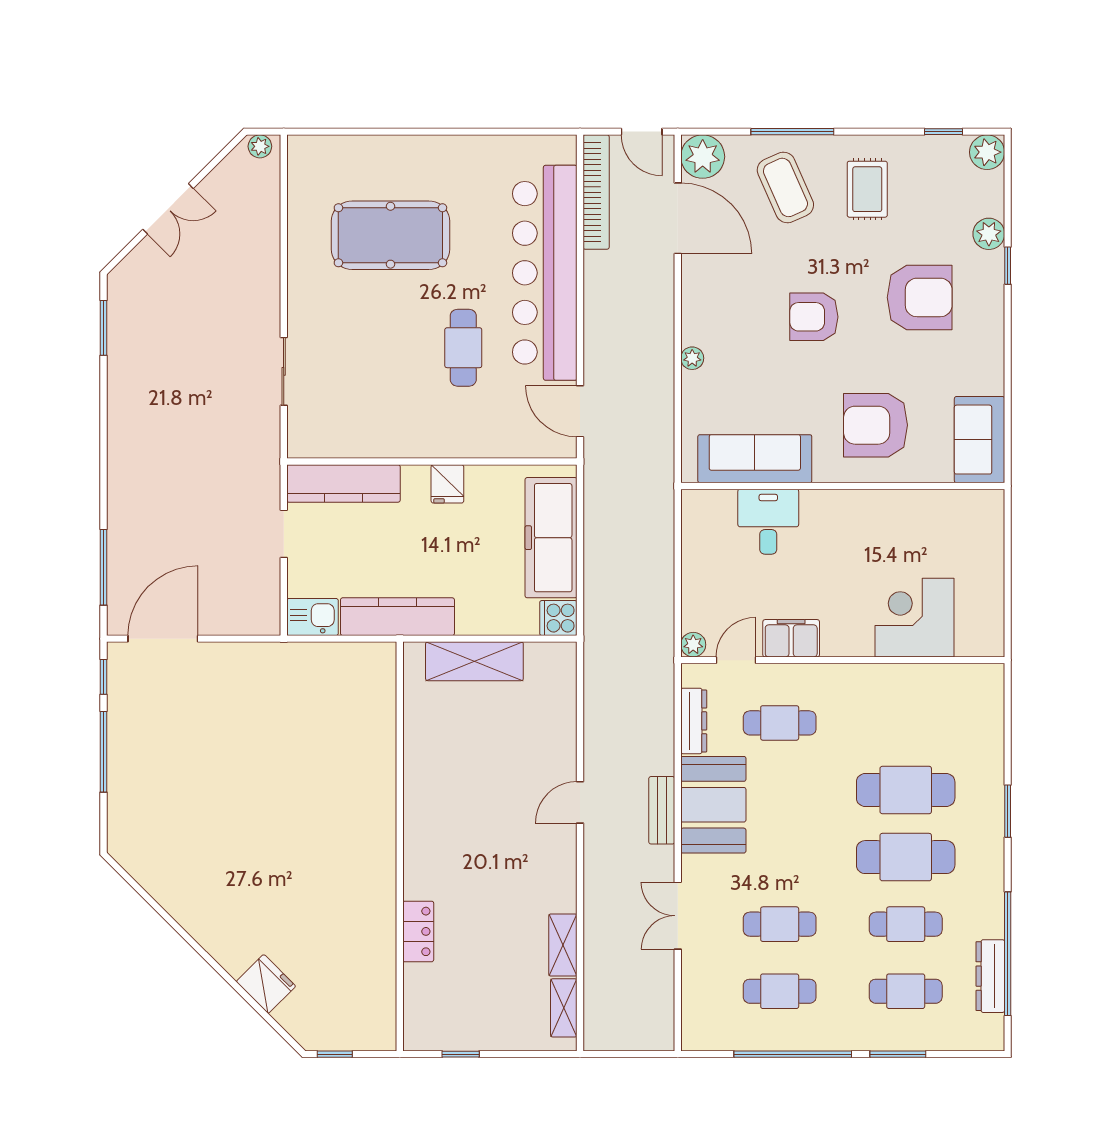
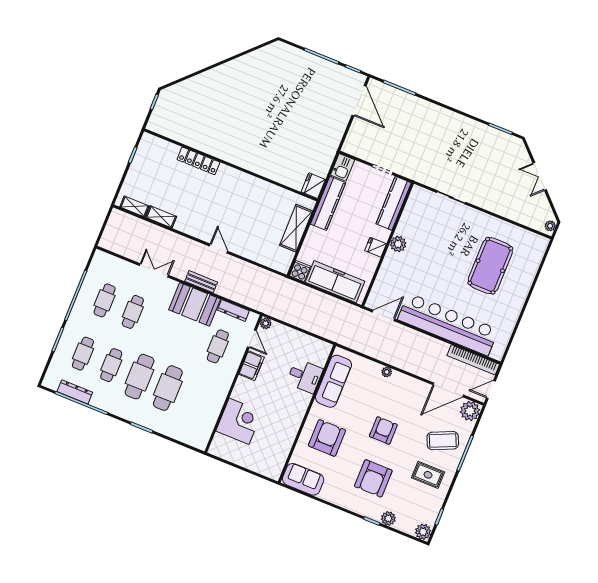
cafe table: (463, 348) -> (430, 277), removed
plant: (422, 441) -> (398, 244), added
locker: (418, 931) -> (198, 161), width x1.53
fridge: (266, 984) -> (313, 186), moved, turned 135

